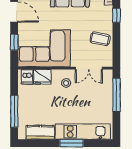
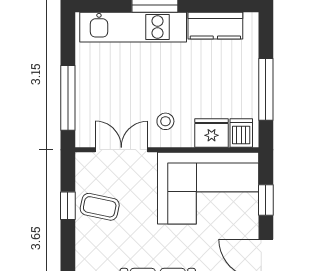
window: (116, 15) -> (68, 206), moved
window: (14, 111) -> (266, 89), moved

